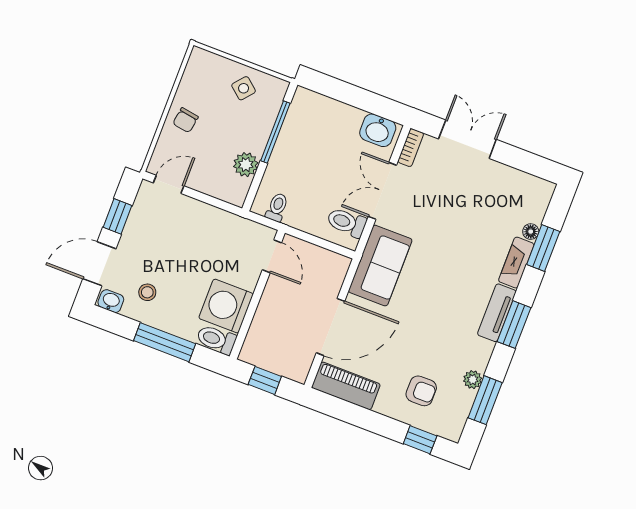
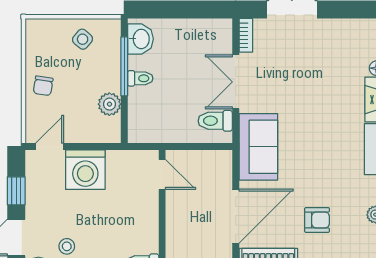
washbasin: (378, 130) -> (140, 39), moved, turned -90
toilet: (277, 207) -> (140, 78), moved, turned 90
washing machine: (226, 306) -> (85, 170), moved, turned -90
armchair: (421, 391) -> (317, 220), moved

